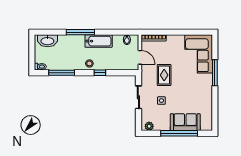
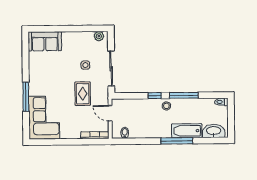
bathtub: (99, 41) -> (187, 131), moved
window: (62, 73) -> (184, 95), moved
sliding door: (138, 97) -> (111, 69), width x1.37
sofa: (185, 122) -> (45, 41), moved
window: (179, 133) -> (65, 29), removed

